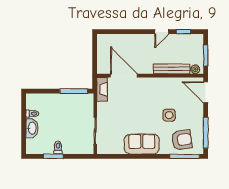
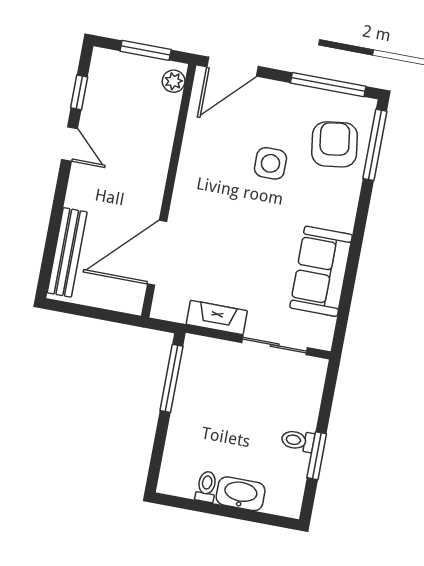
bench: (172, 69) -> (67, 252), moved
fireplace: (102, 89) -> (217, 318), moved
sofa: (142, 144) -> (321, 271), moved

